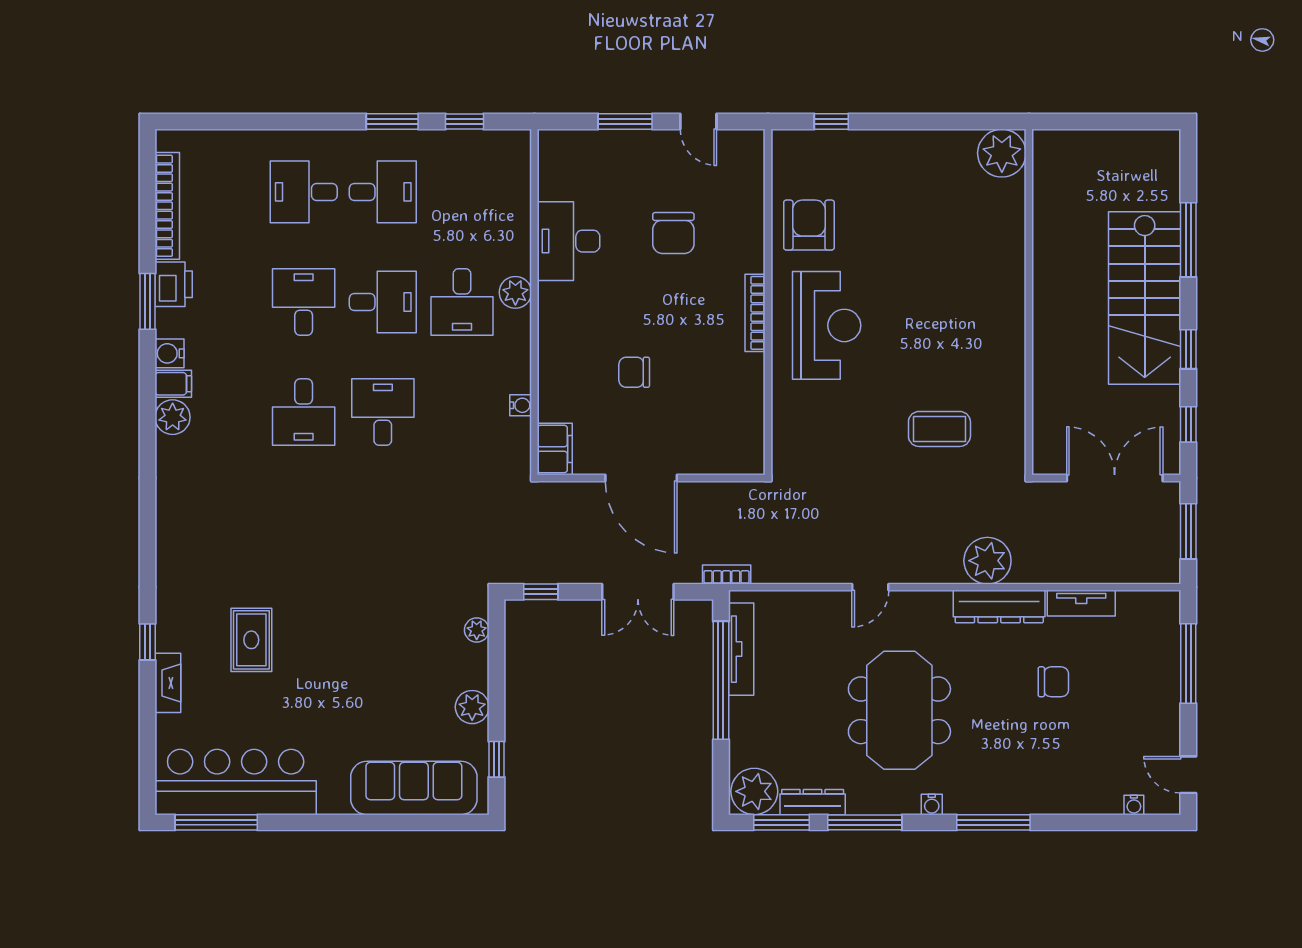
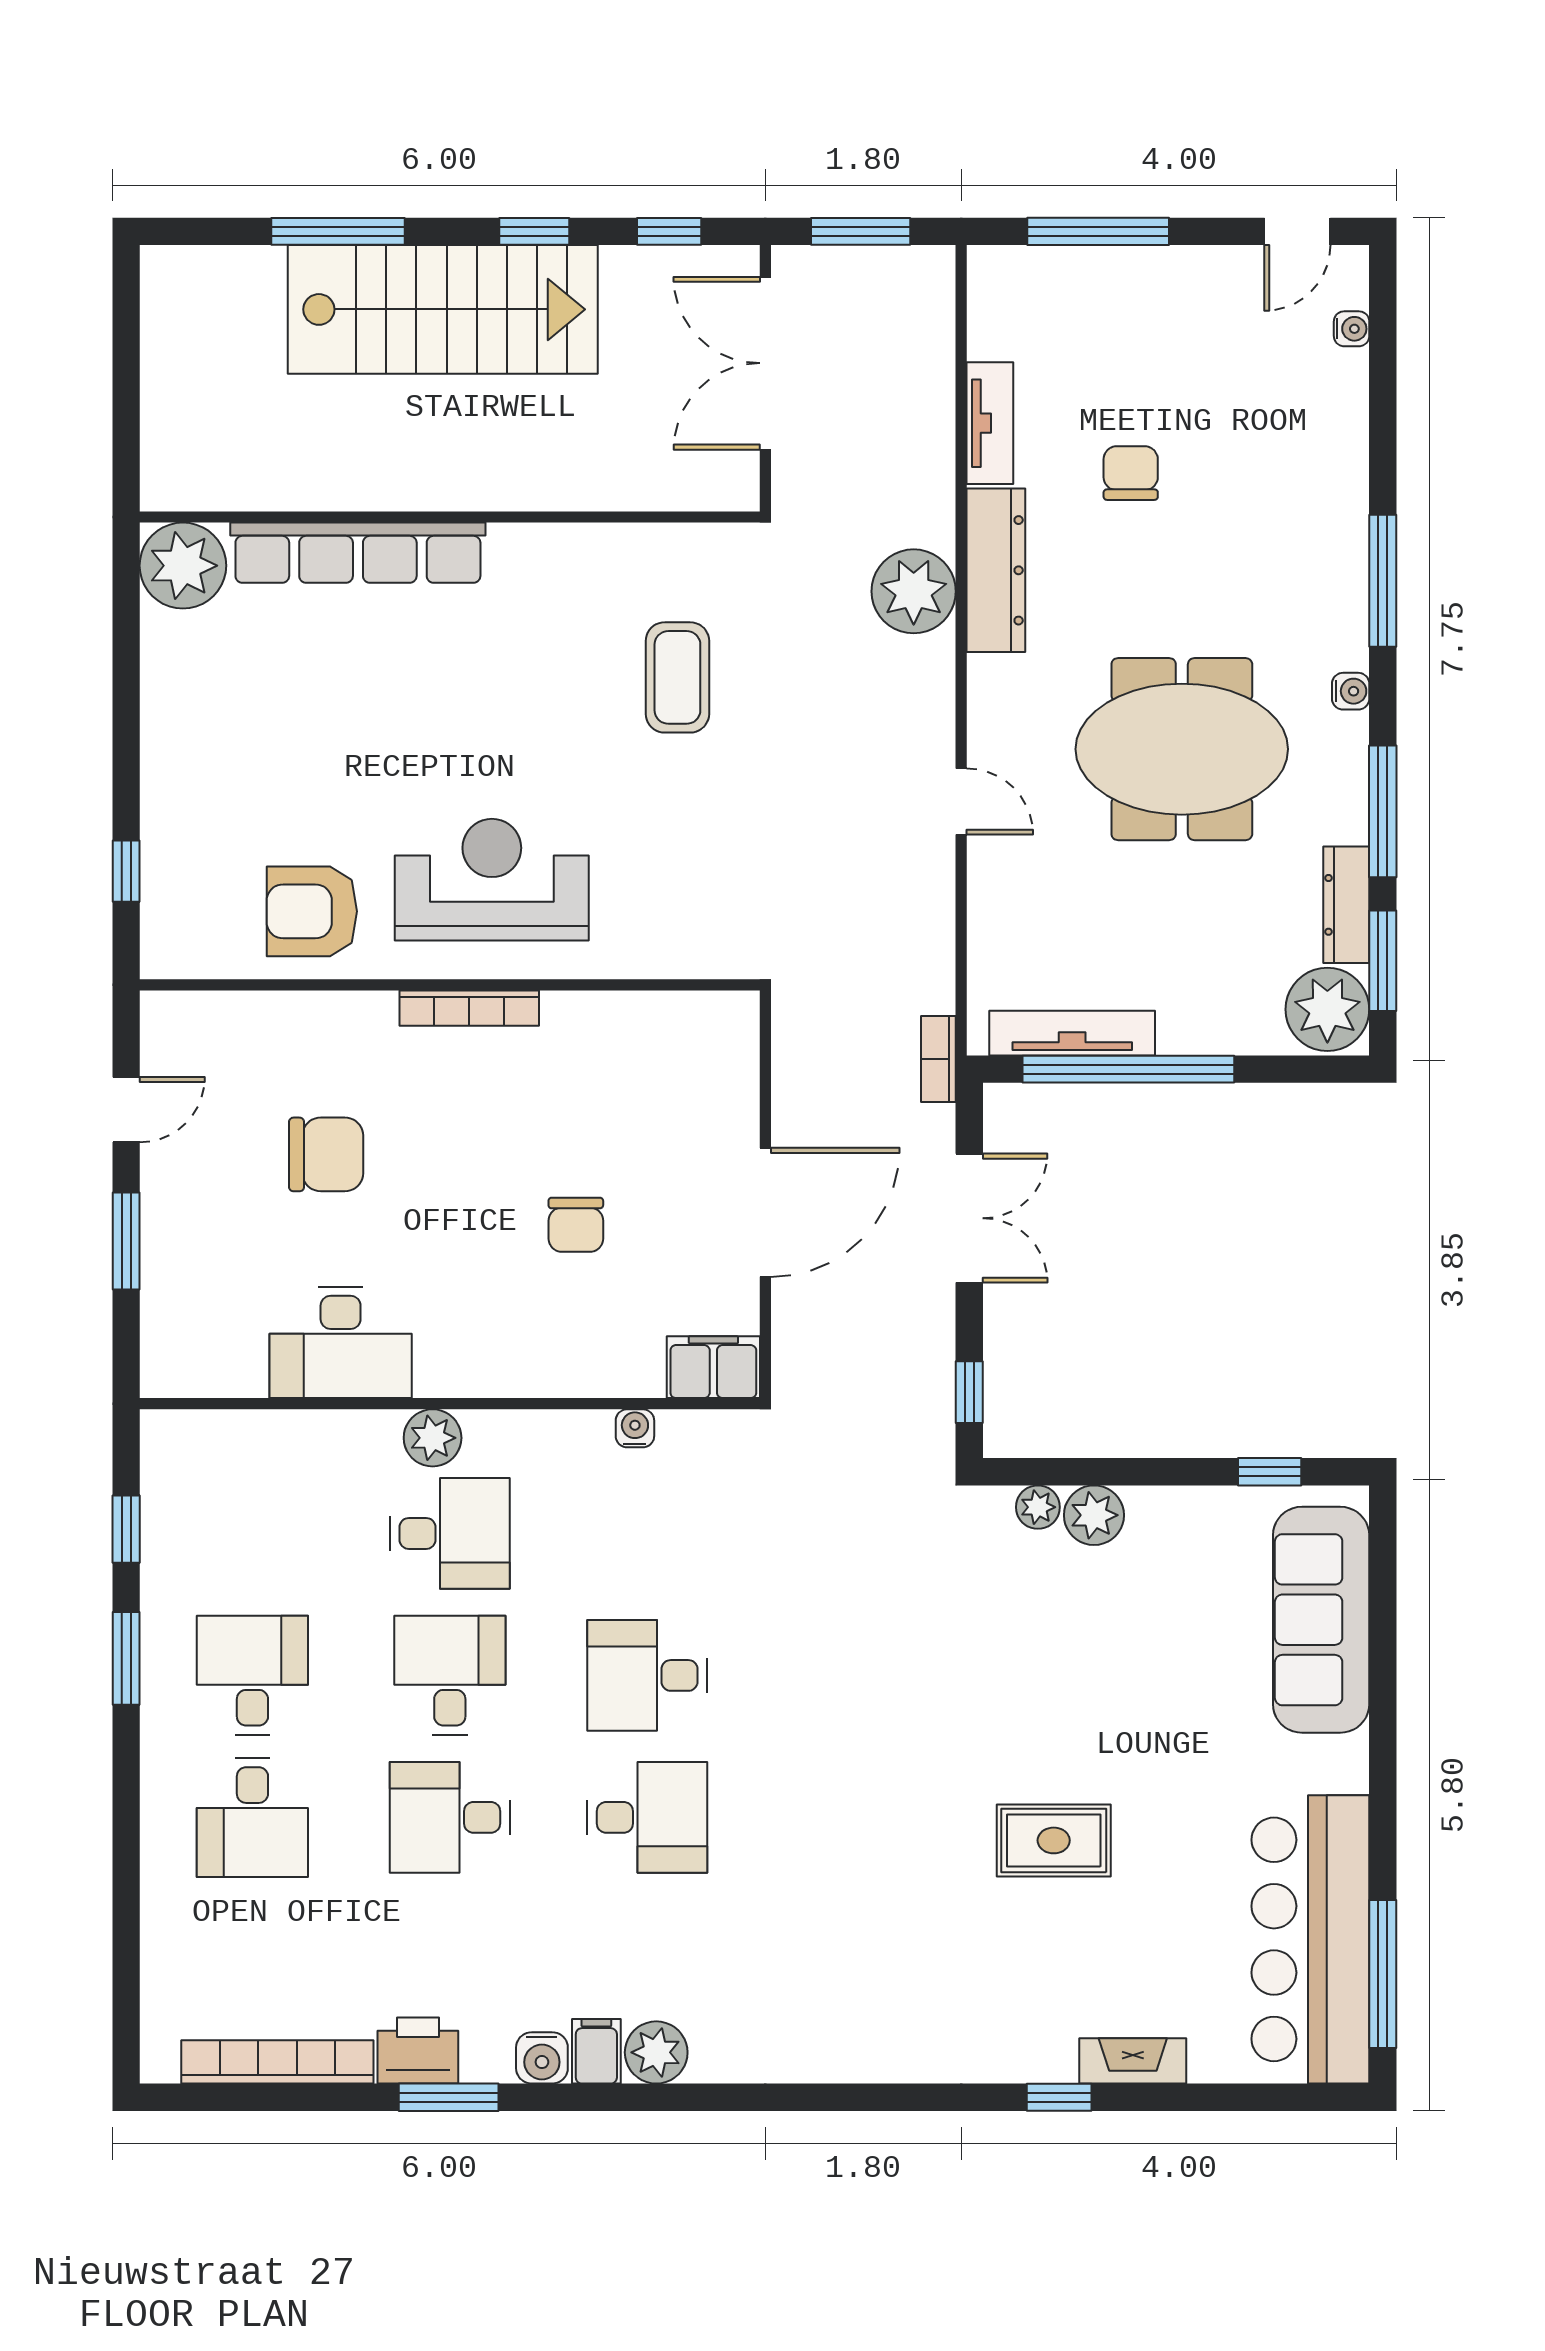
row of seats: (1009, 251) -> (358, 553), added
rug: (251, 640) -> (1054, 1840), moved
plant: (472, 707) -> (1094, 1515), moved

